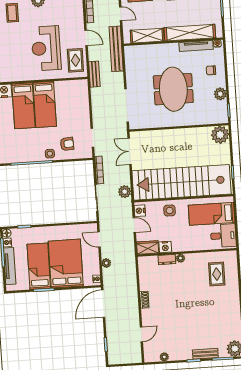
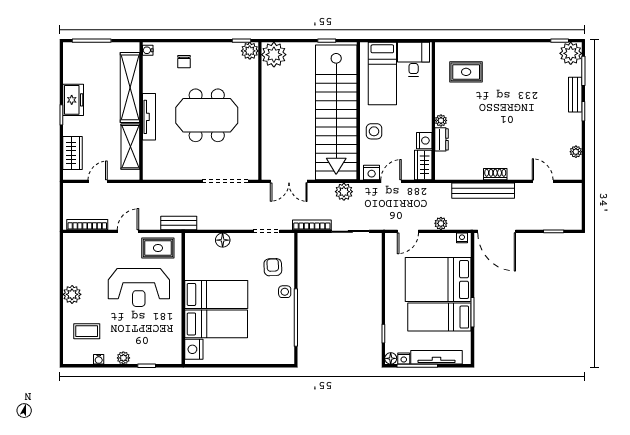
tv unit: (196, 46) -> (149, 117), moved
bench: (116, 49) -> (483, 191), moved
plant: (220, 94) -> (250, 51), moved
floor lamp: (84, 107) -> (223, 240), added

